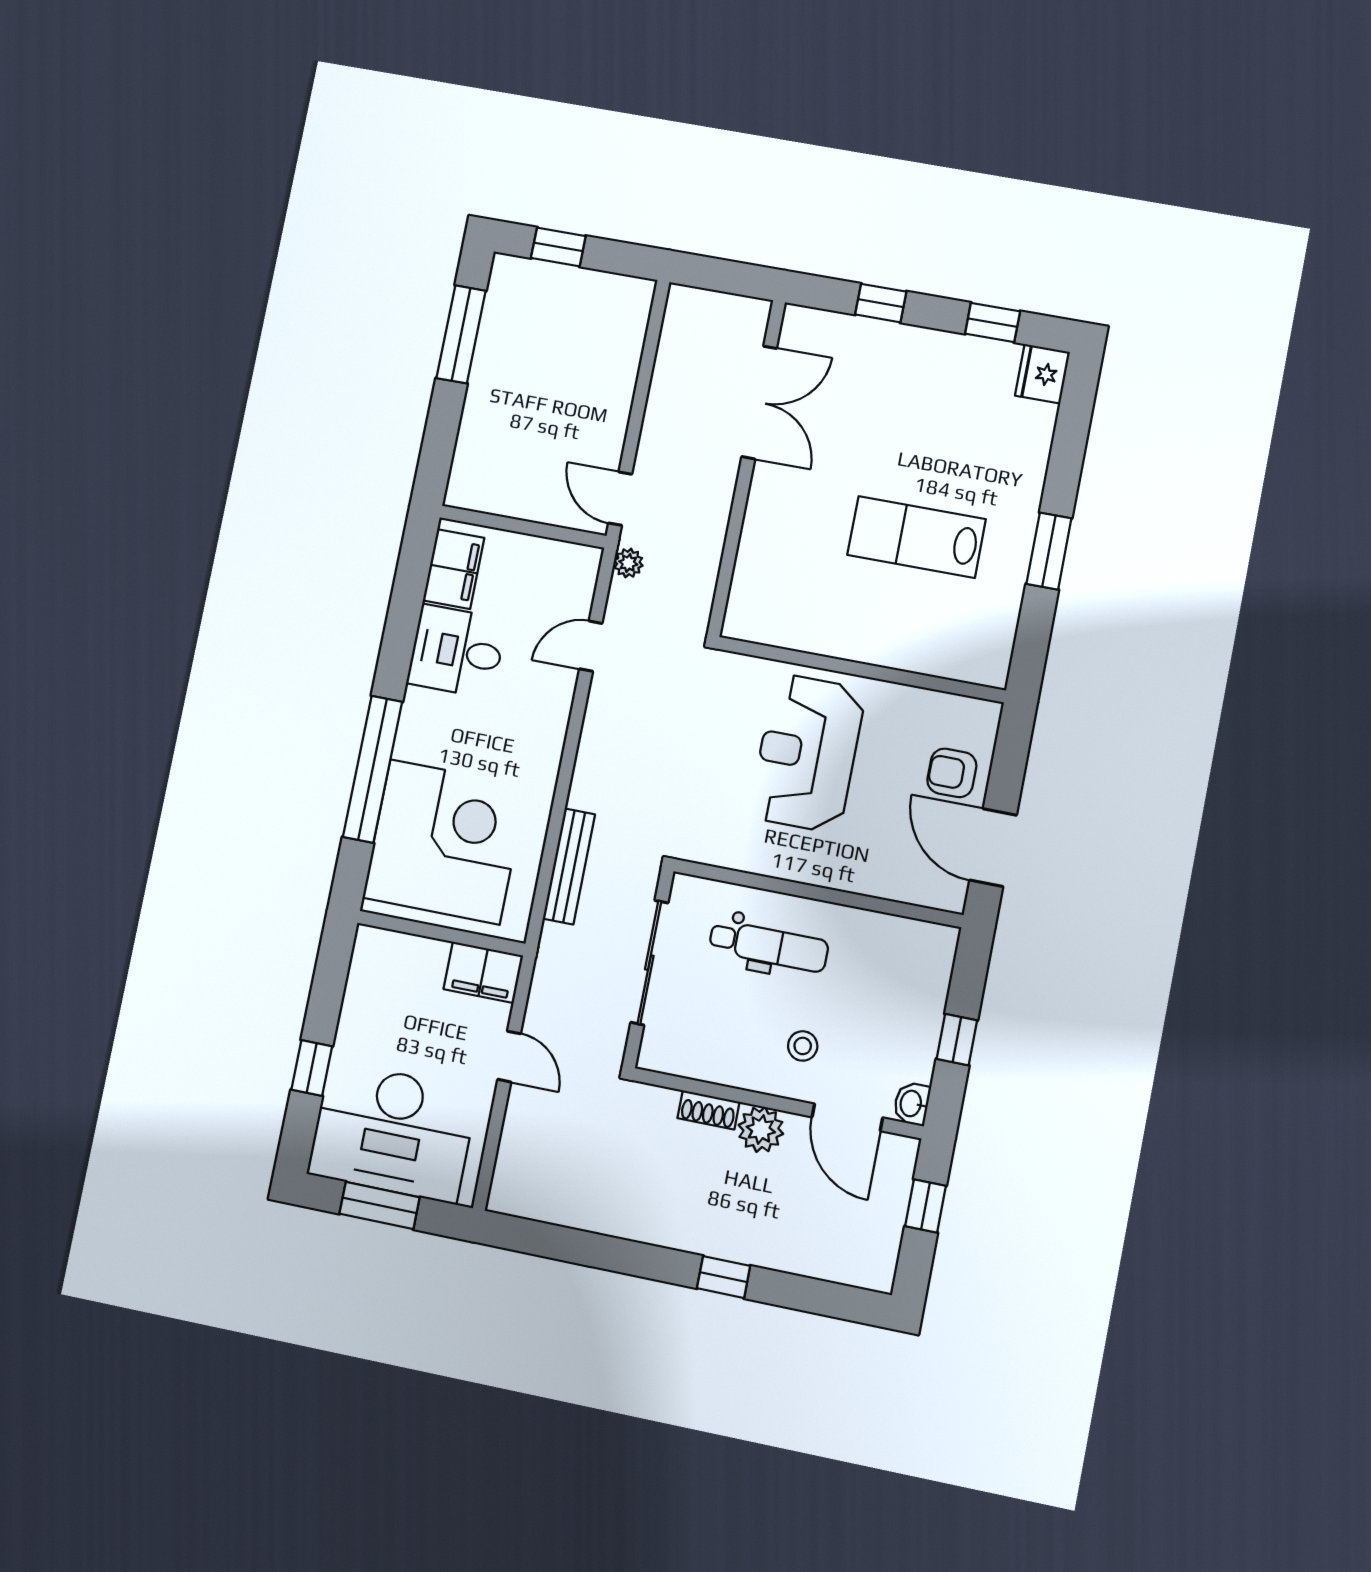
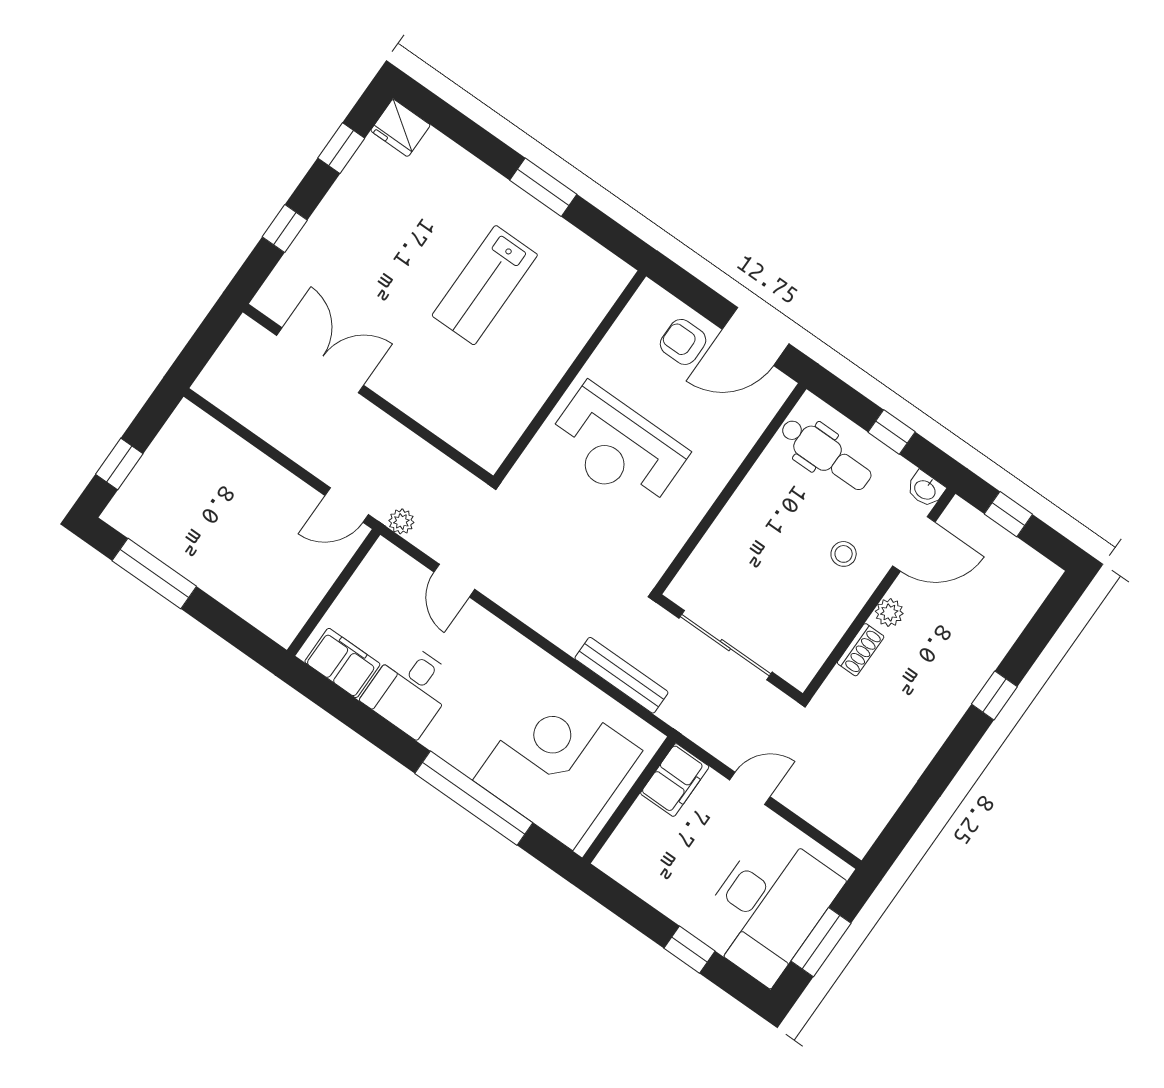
armchair: (952, 773) -> (683, 342), turned 90
dental chair: (769, 946) -> (826, 454), moved, turned 90
plant: (761, 1129) -> (889, 612), width x0.73, depth x0.73

